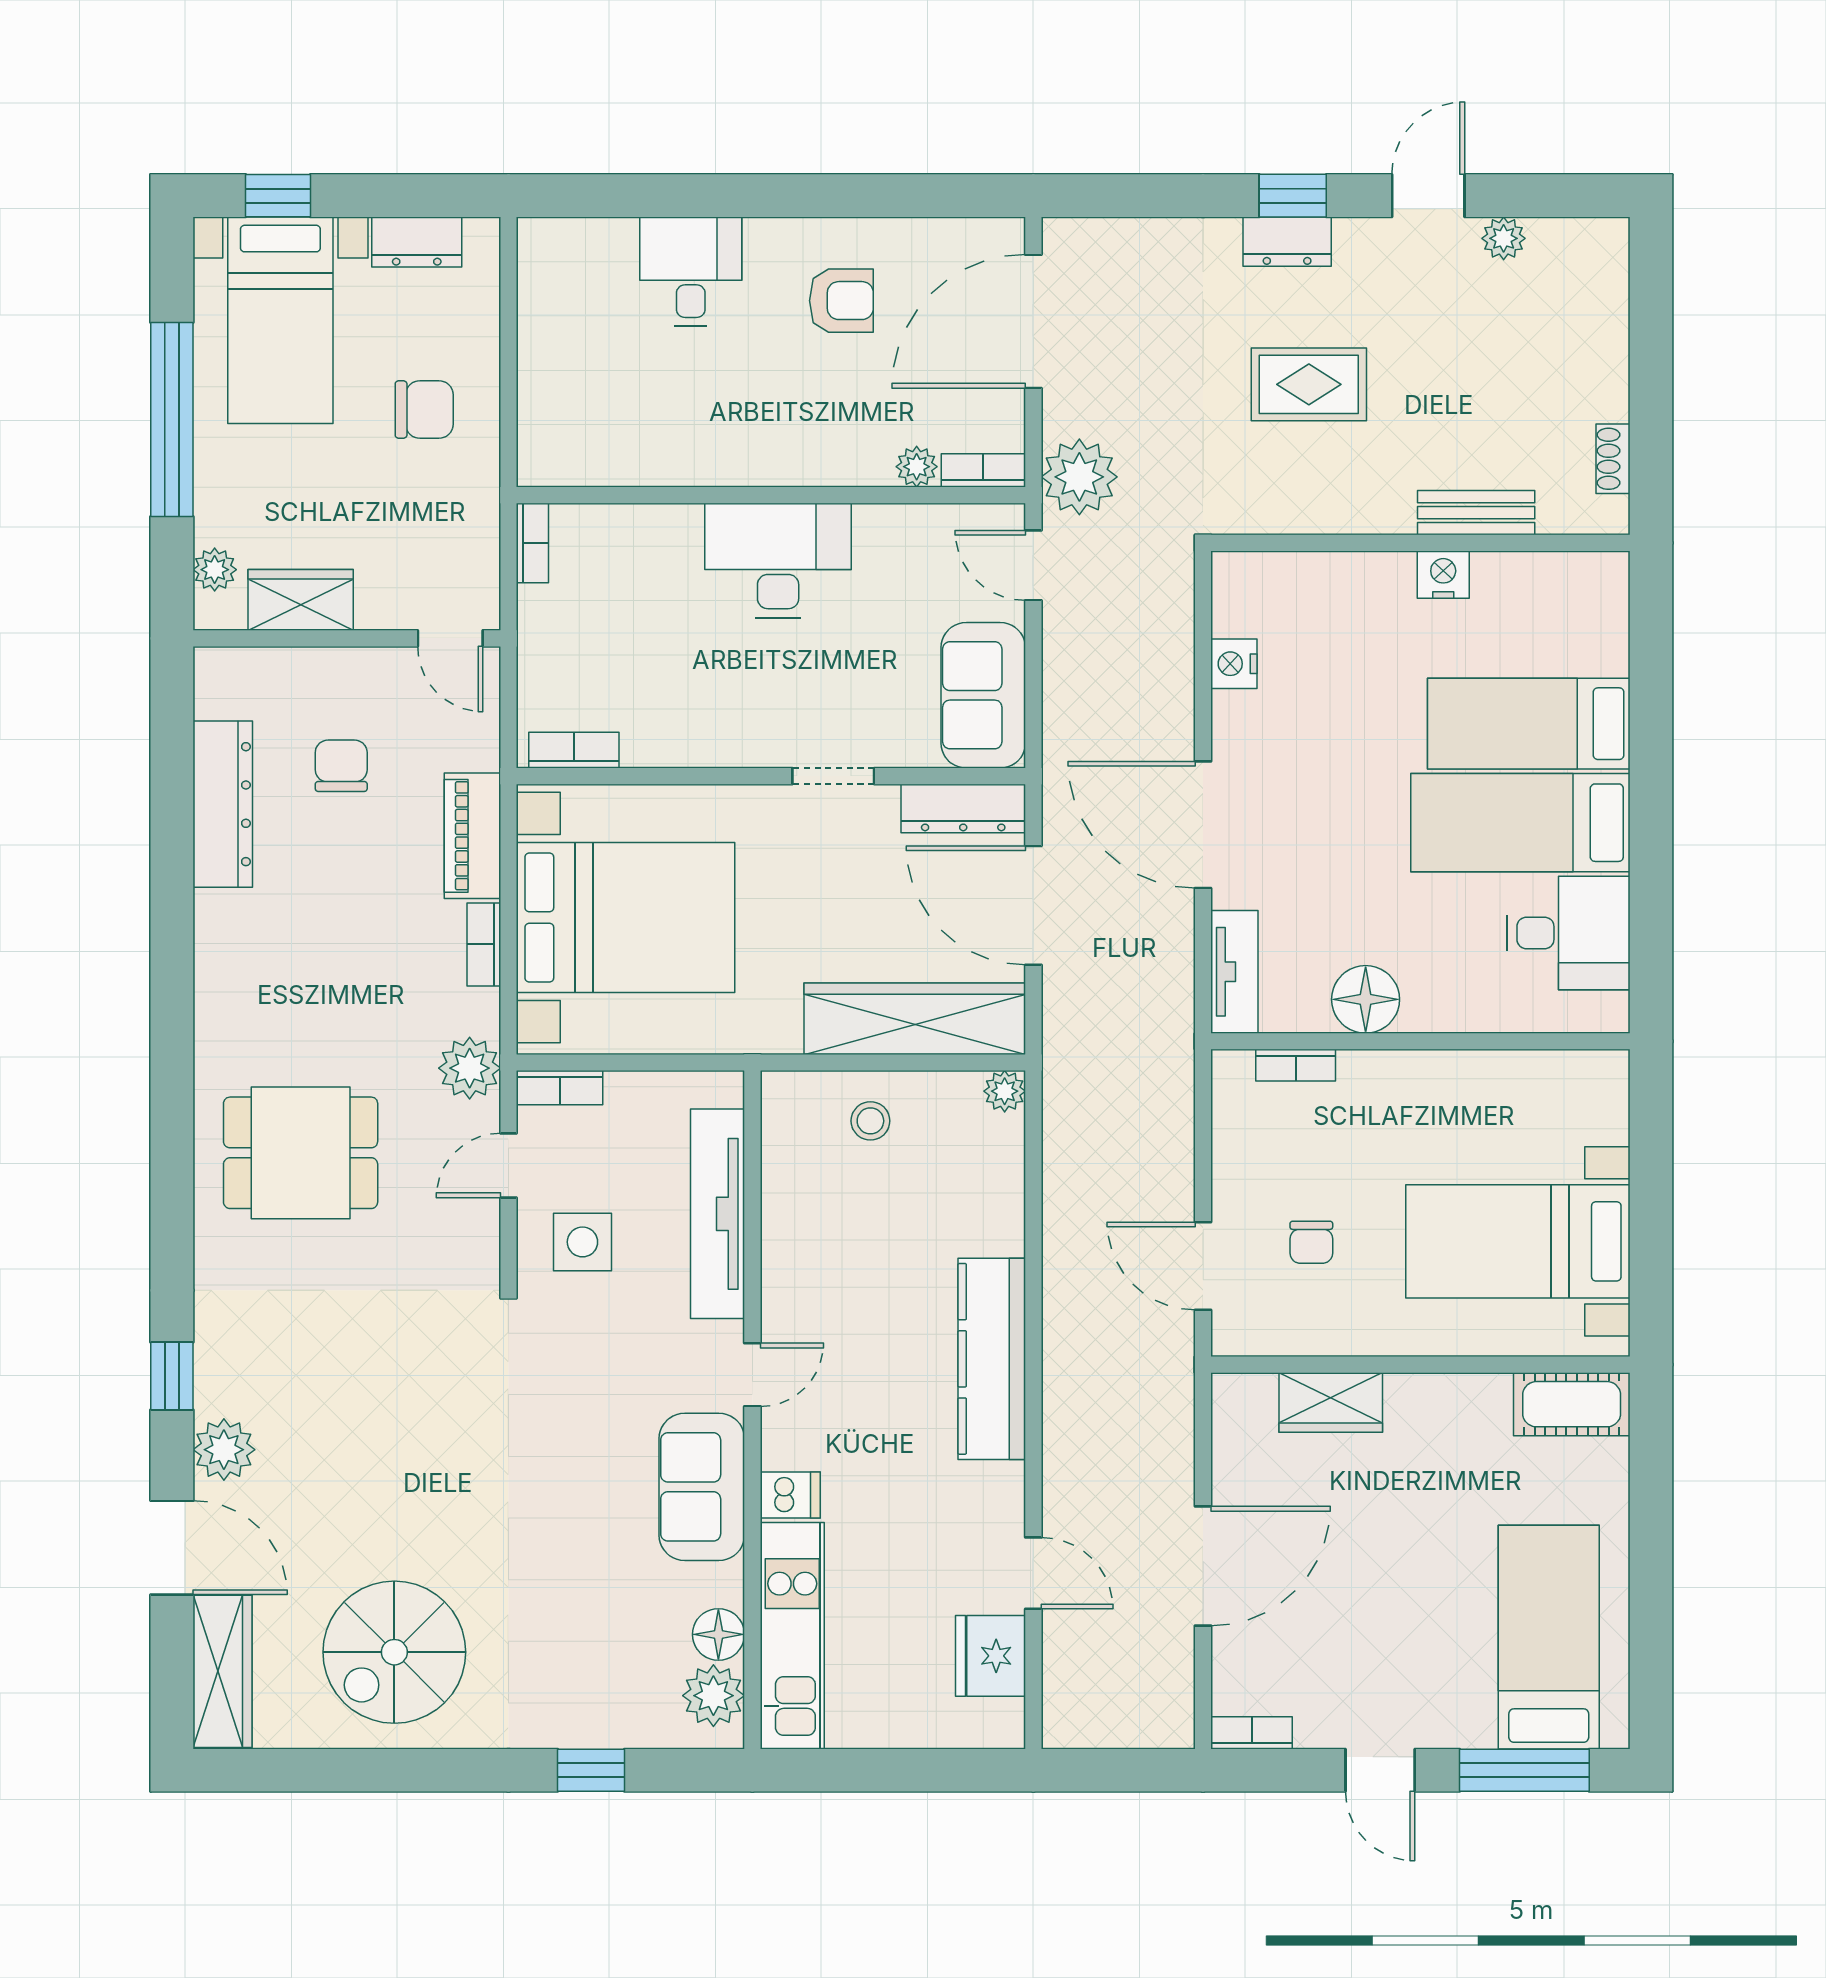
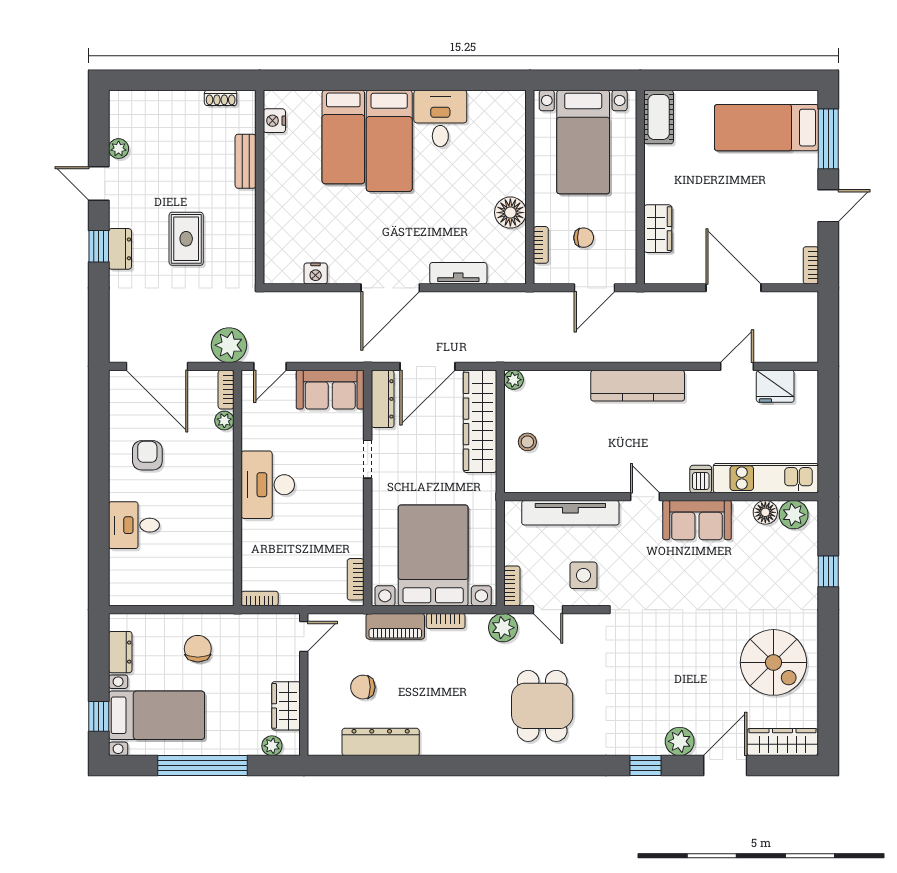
nightstand: (1443, 575) -> (274, 121), moved
floor lamp: (1366, 999) -> (510, 213), moved
wall: (1420, 1041) -> (530, 187), moved
bookcase: (1296, 1065) -> (541, 245), moved

